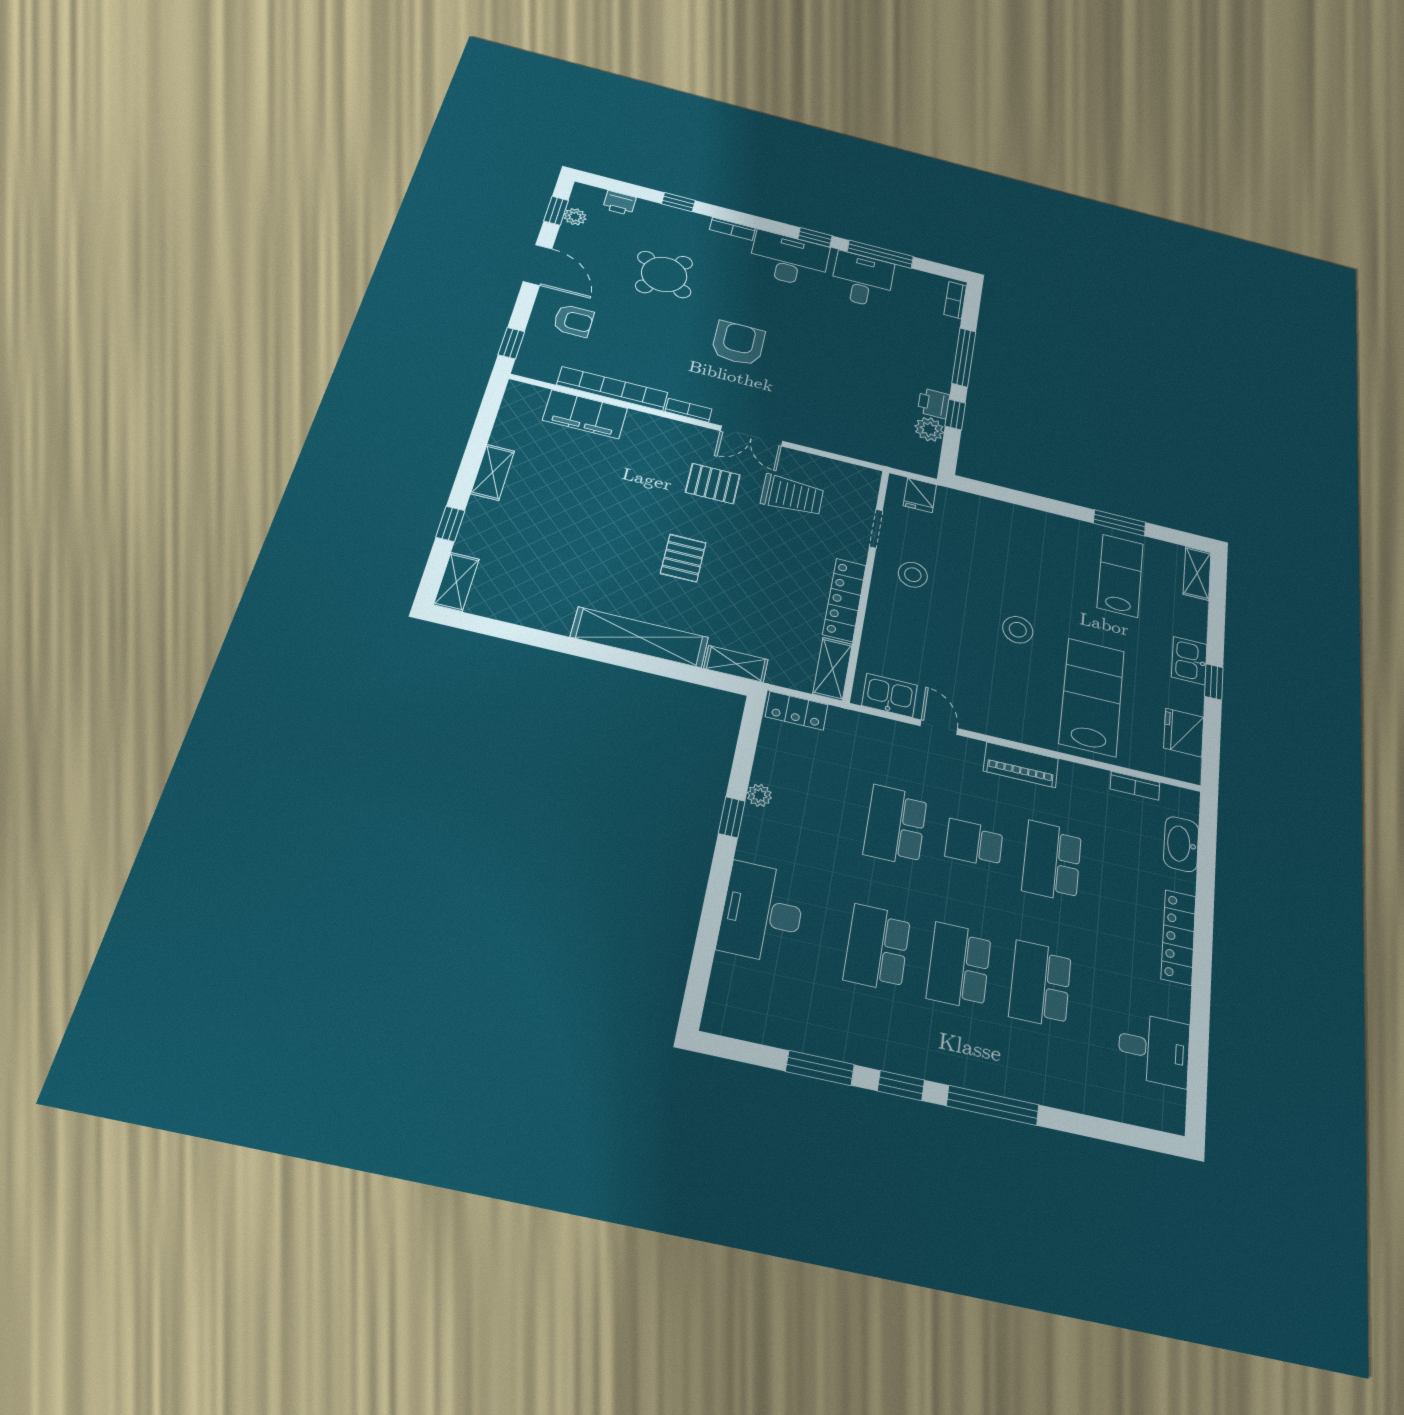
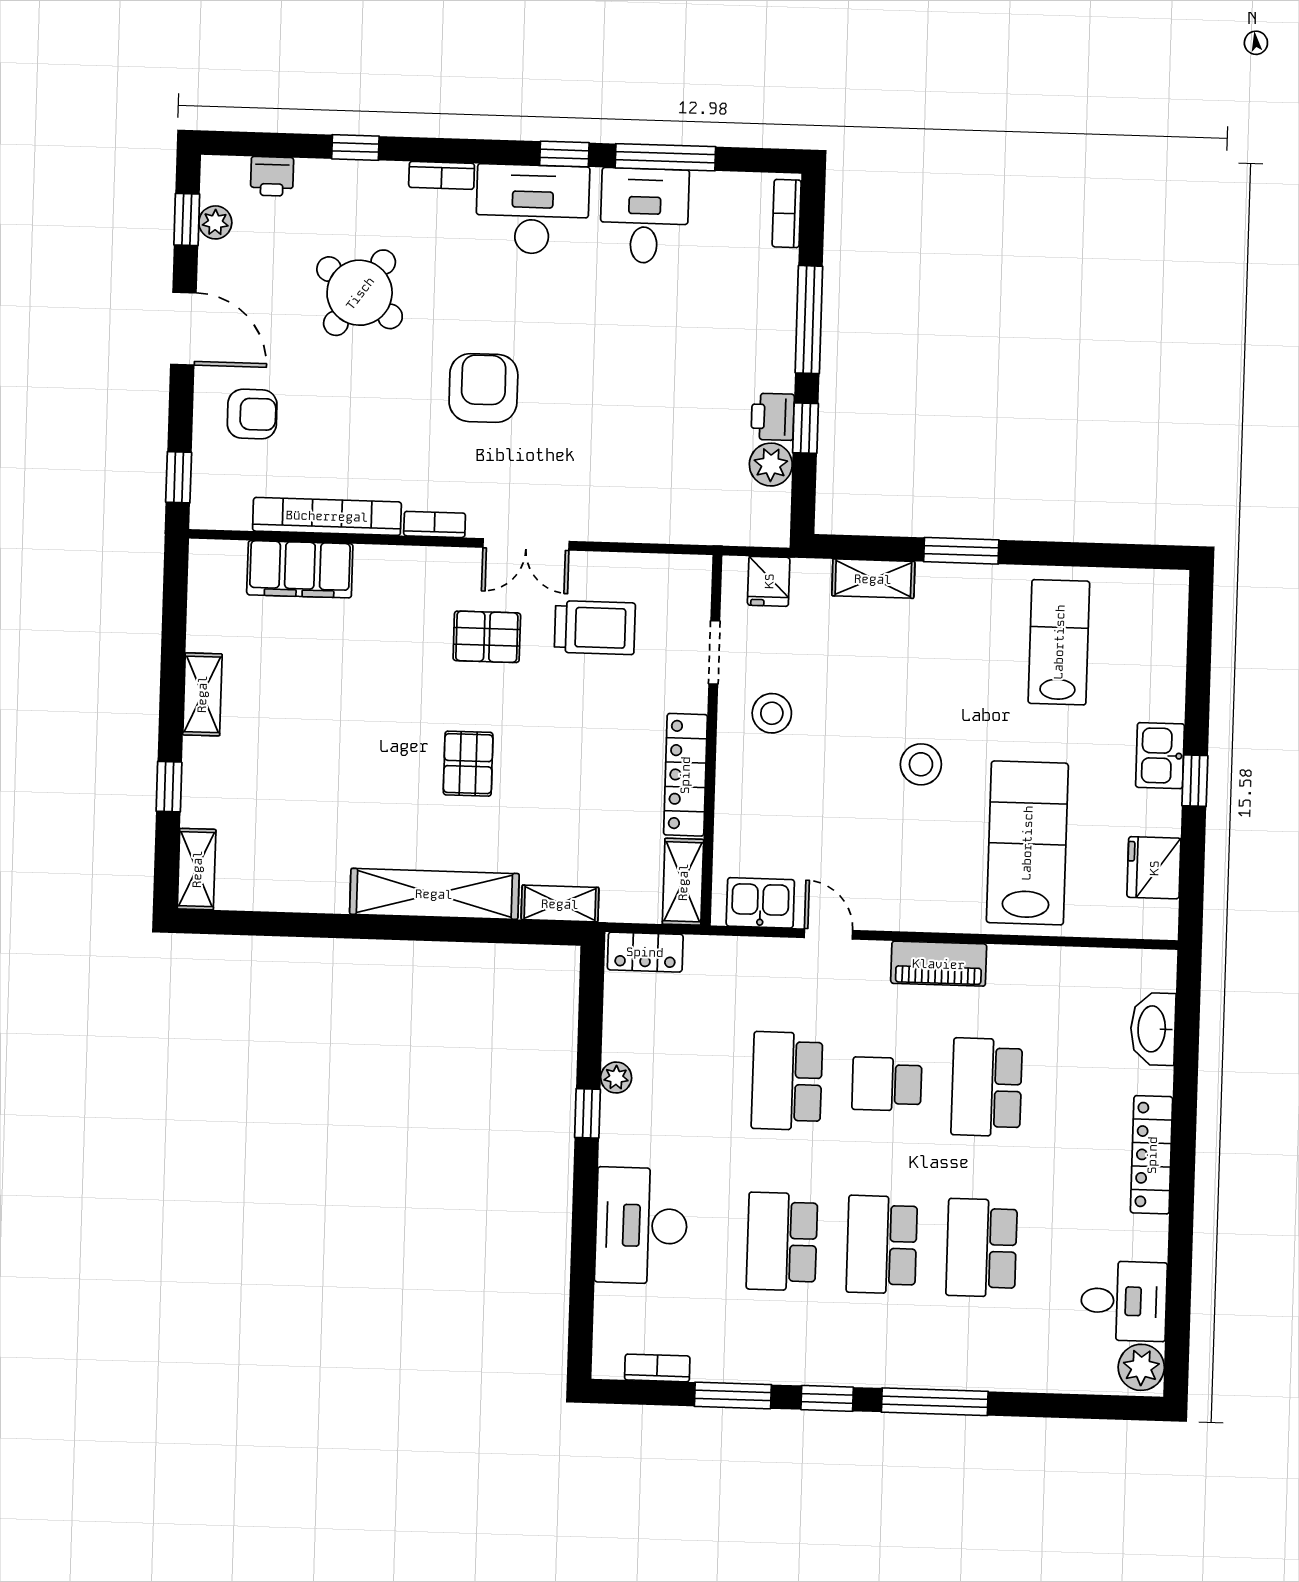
window: (1119, 523) -> (961, 551), moved
shelving: (1197, 573) -> (873, 579), moved, turned 90
bookcase: (1135, 786) -> (657, 1368), moved, turned 180
plant: (1167, 1108) -> (1141, 1367), added

